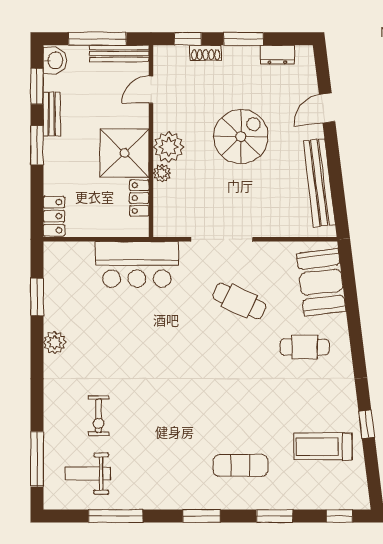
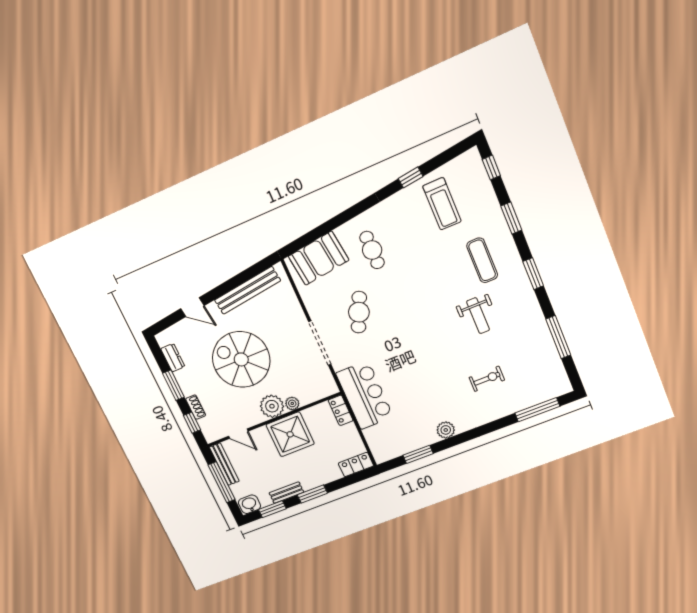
spiral stairs: (241, 137) -> (241, 359), width x1.37, depth x1.37
locker: (139, 198) -> (341, 410), moved, turned 90
weight bench: (88, 474) -> (478, 316), moved

